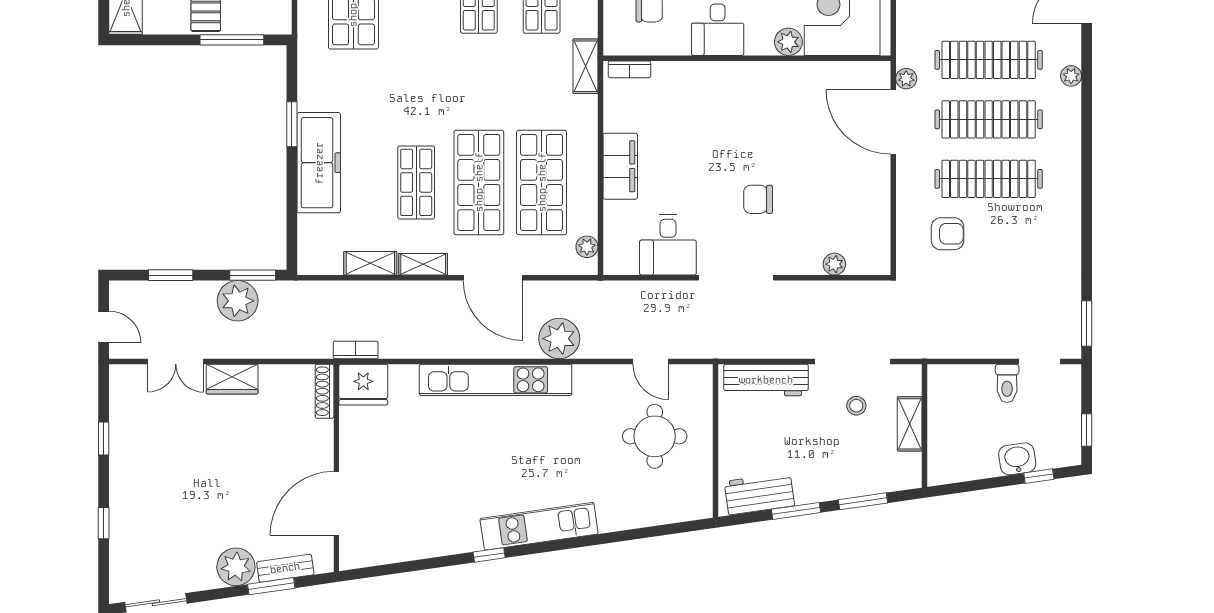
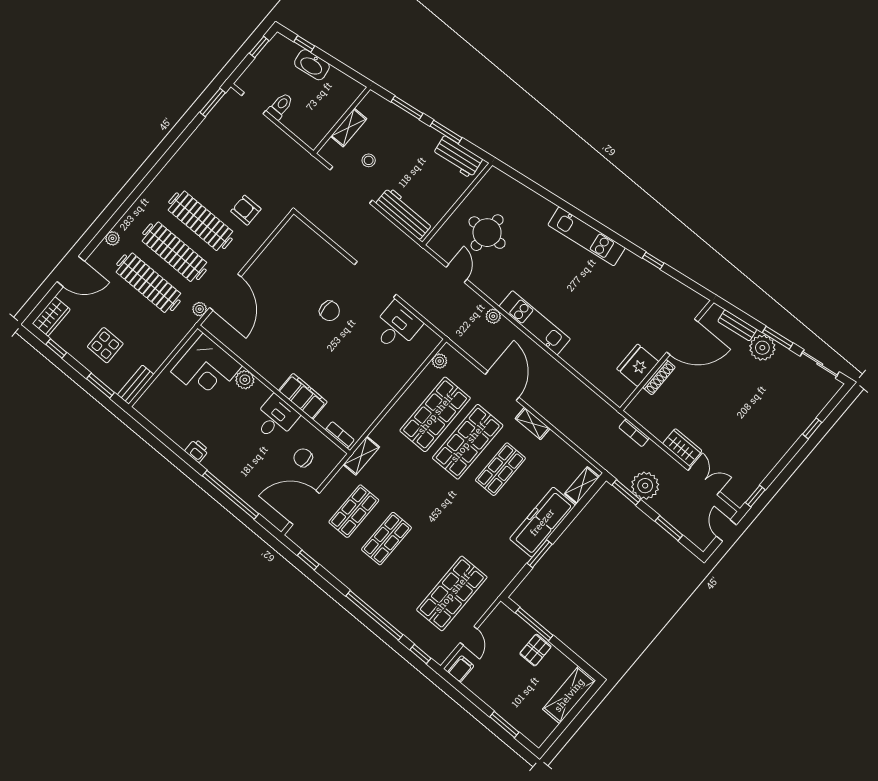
filing cabinet: (620, 166) -> (303, 396), moved, turned 90
shelving: (370, 263) -> (582, 485), moved, turned 90
plant: (834, 264) -> (318, 244), removed
plant: (559, 339) -> (493, 316), width x0.53, depth x0.53
bookcase: (356, 350) -> (634, 433), moved
kitchen unit: (496, 380) -> (535, 323), width x0.73
fridge: (363, 385) -> (638, 365), moved, turned -90
shoe rack: (325, 391) -> (659, 377), moved
window: (104, 438) -> (755, 496), moved
washbasin: (1017, 459) -> (312, 65), width x1.38
window: (489, 555) -> (653, 261), moved
window: (271, 586) -> (778, 338), moved

